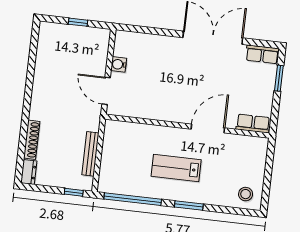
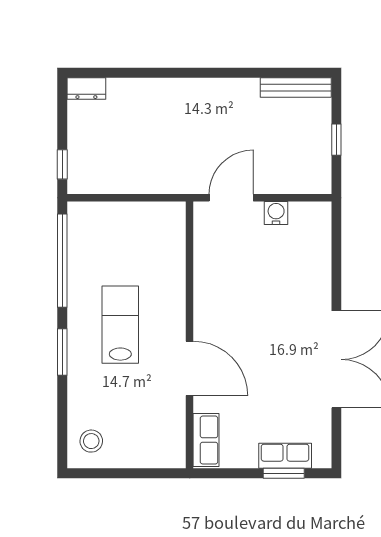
row of seats: (262, 54) -> (285, 456), moved, turned 90
shoe rack: (32, 140) -> (139, 87), removed
bench: (90, 154) -> (296, 88), moved

